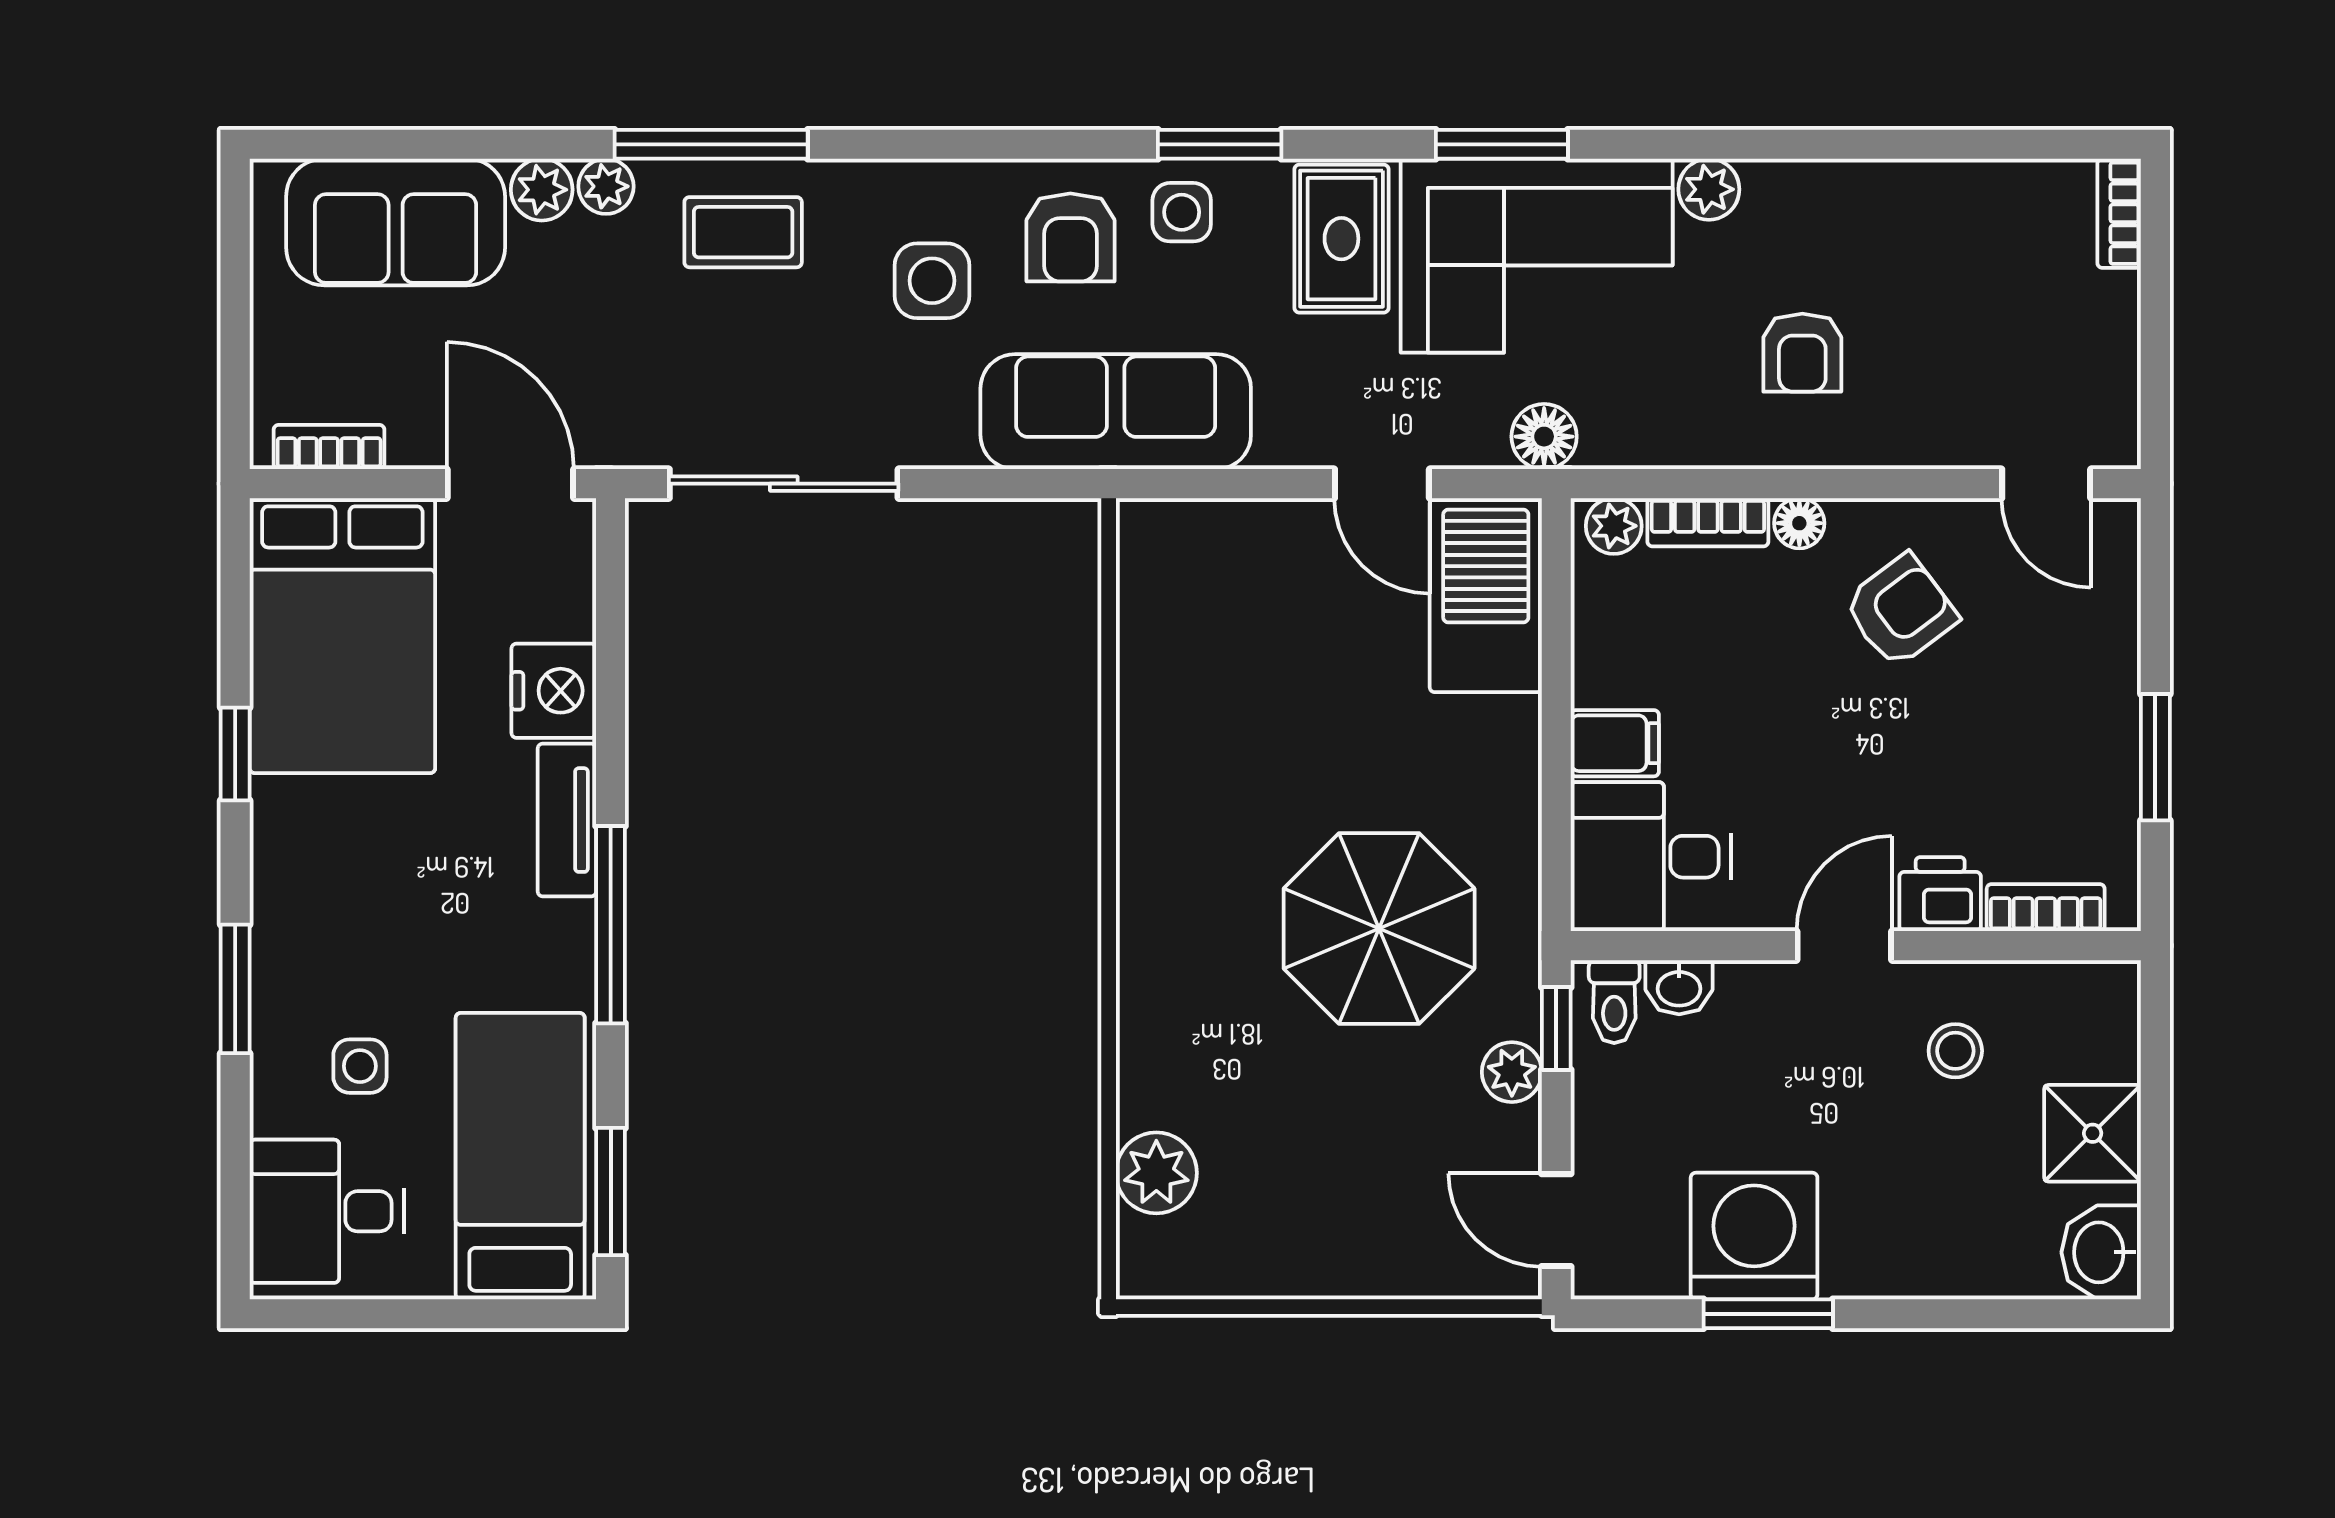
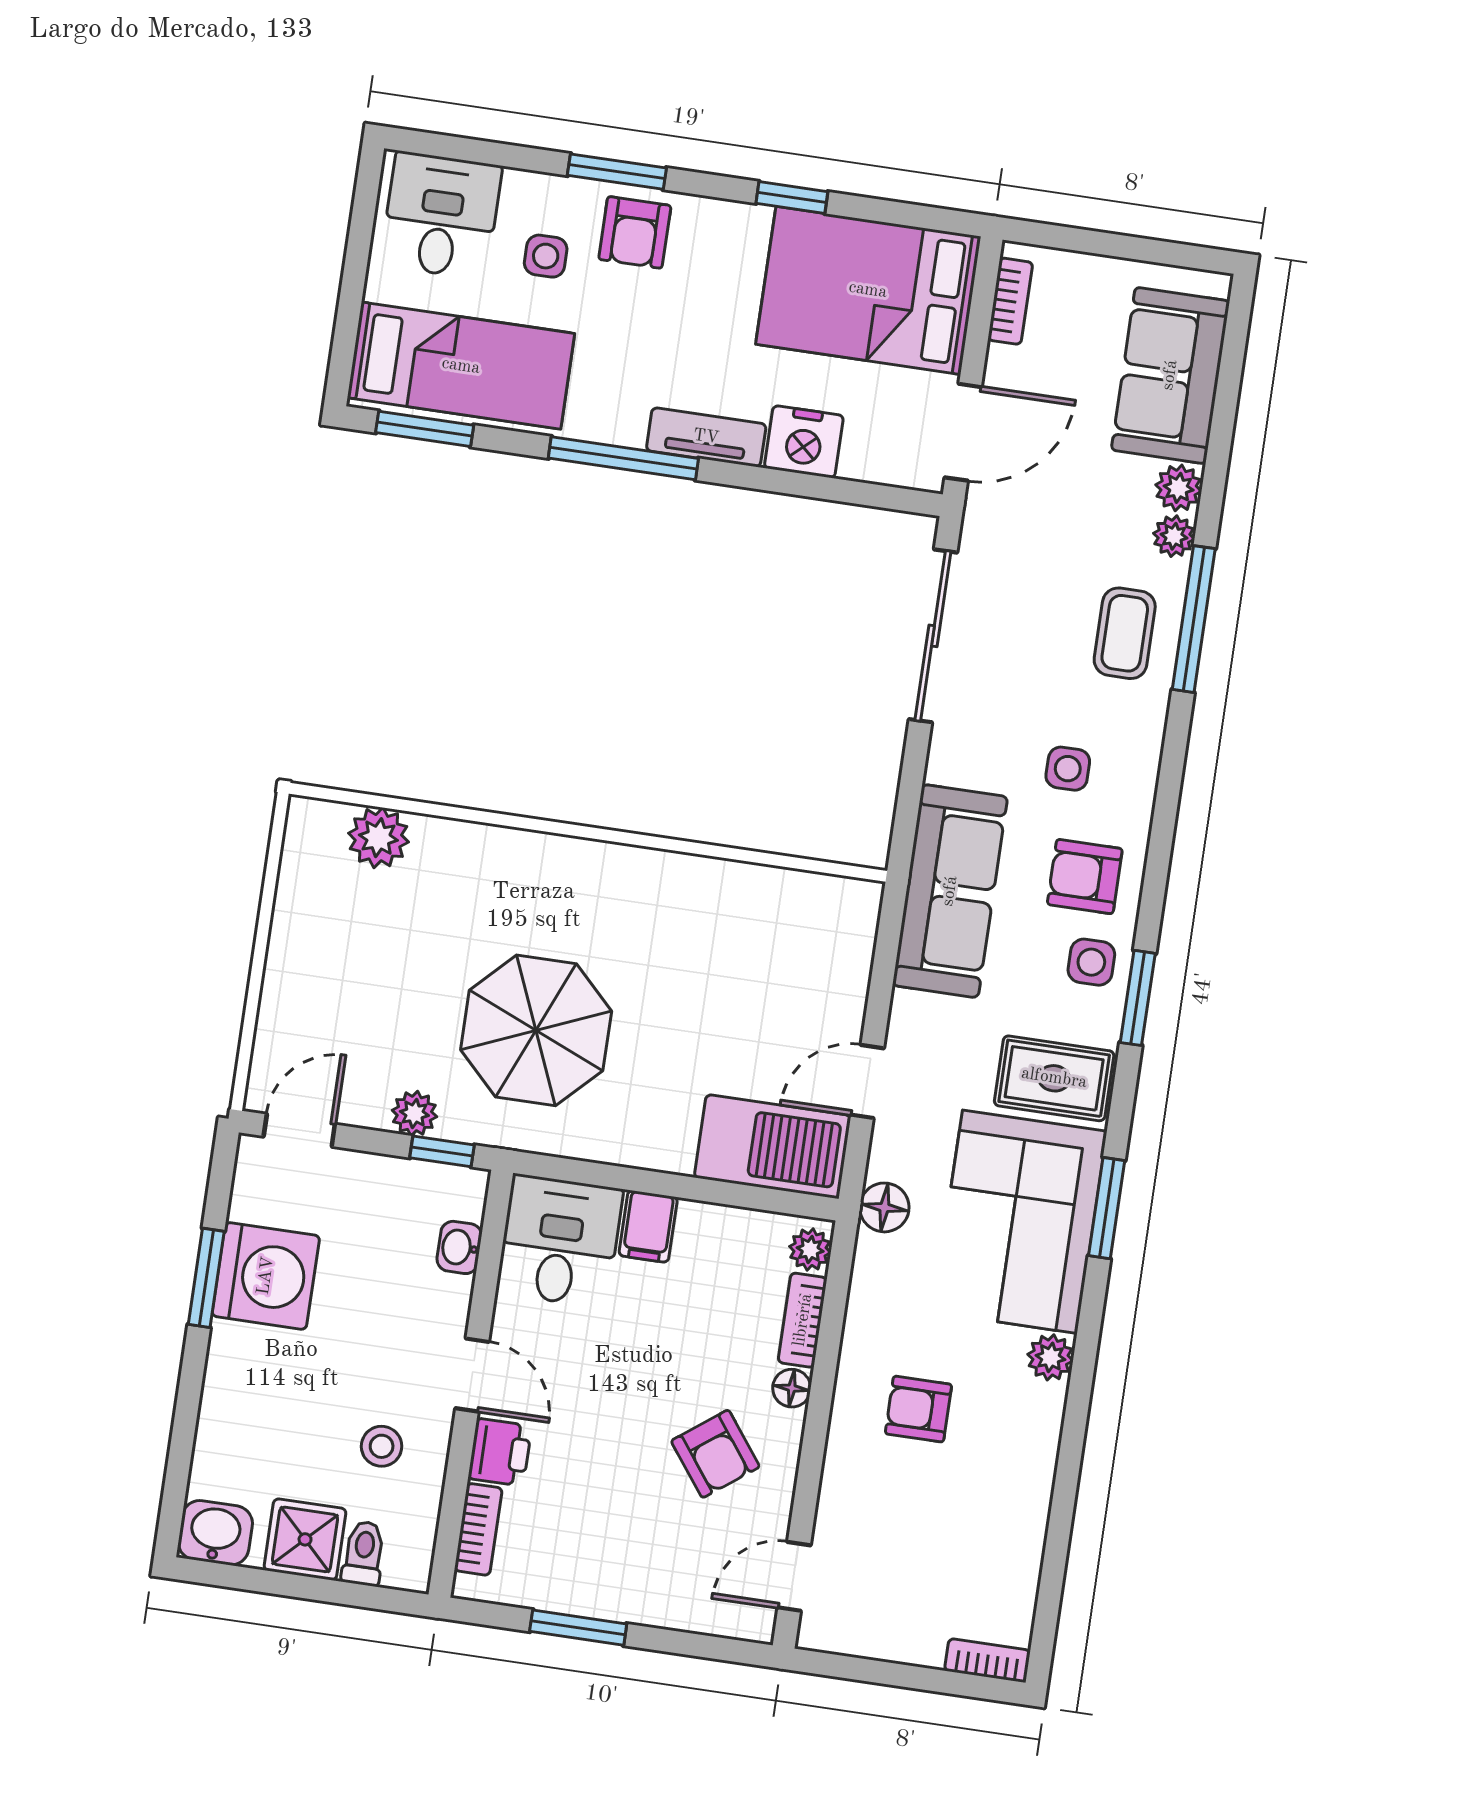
side table: (932, 281) -> (1068, 769), width x0.73, depth x0.73
armchair: (312, 954) -> (635, 232), added
toilet: (1614, 1002) -> (364, 1553), moved, turned 90

